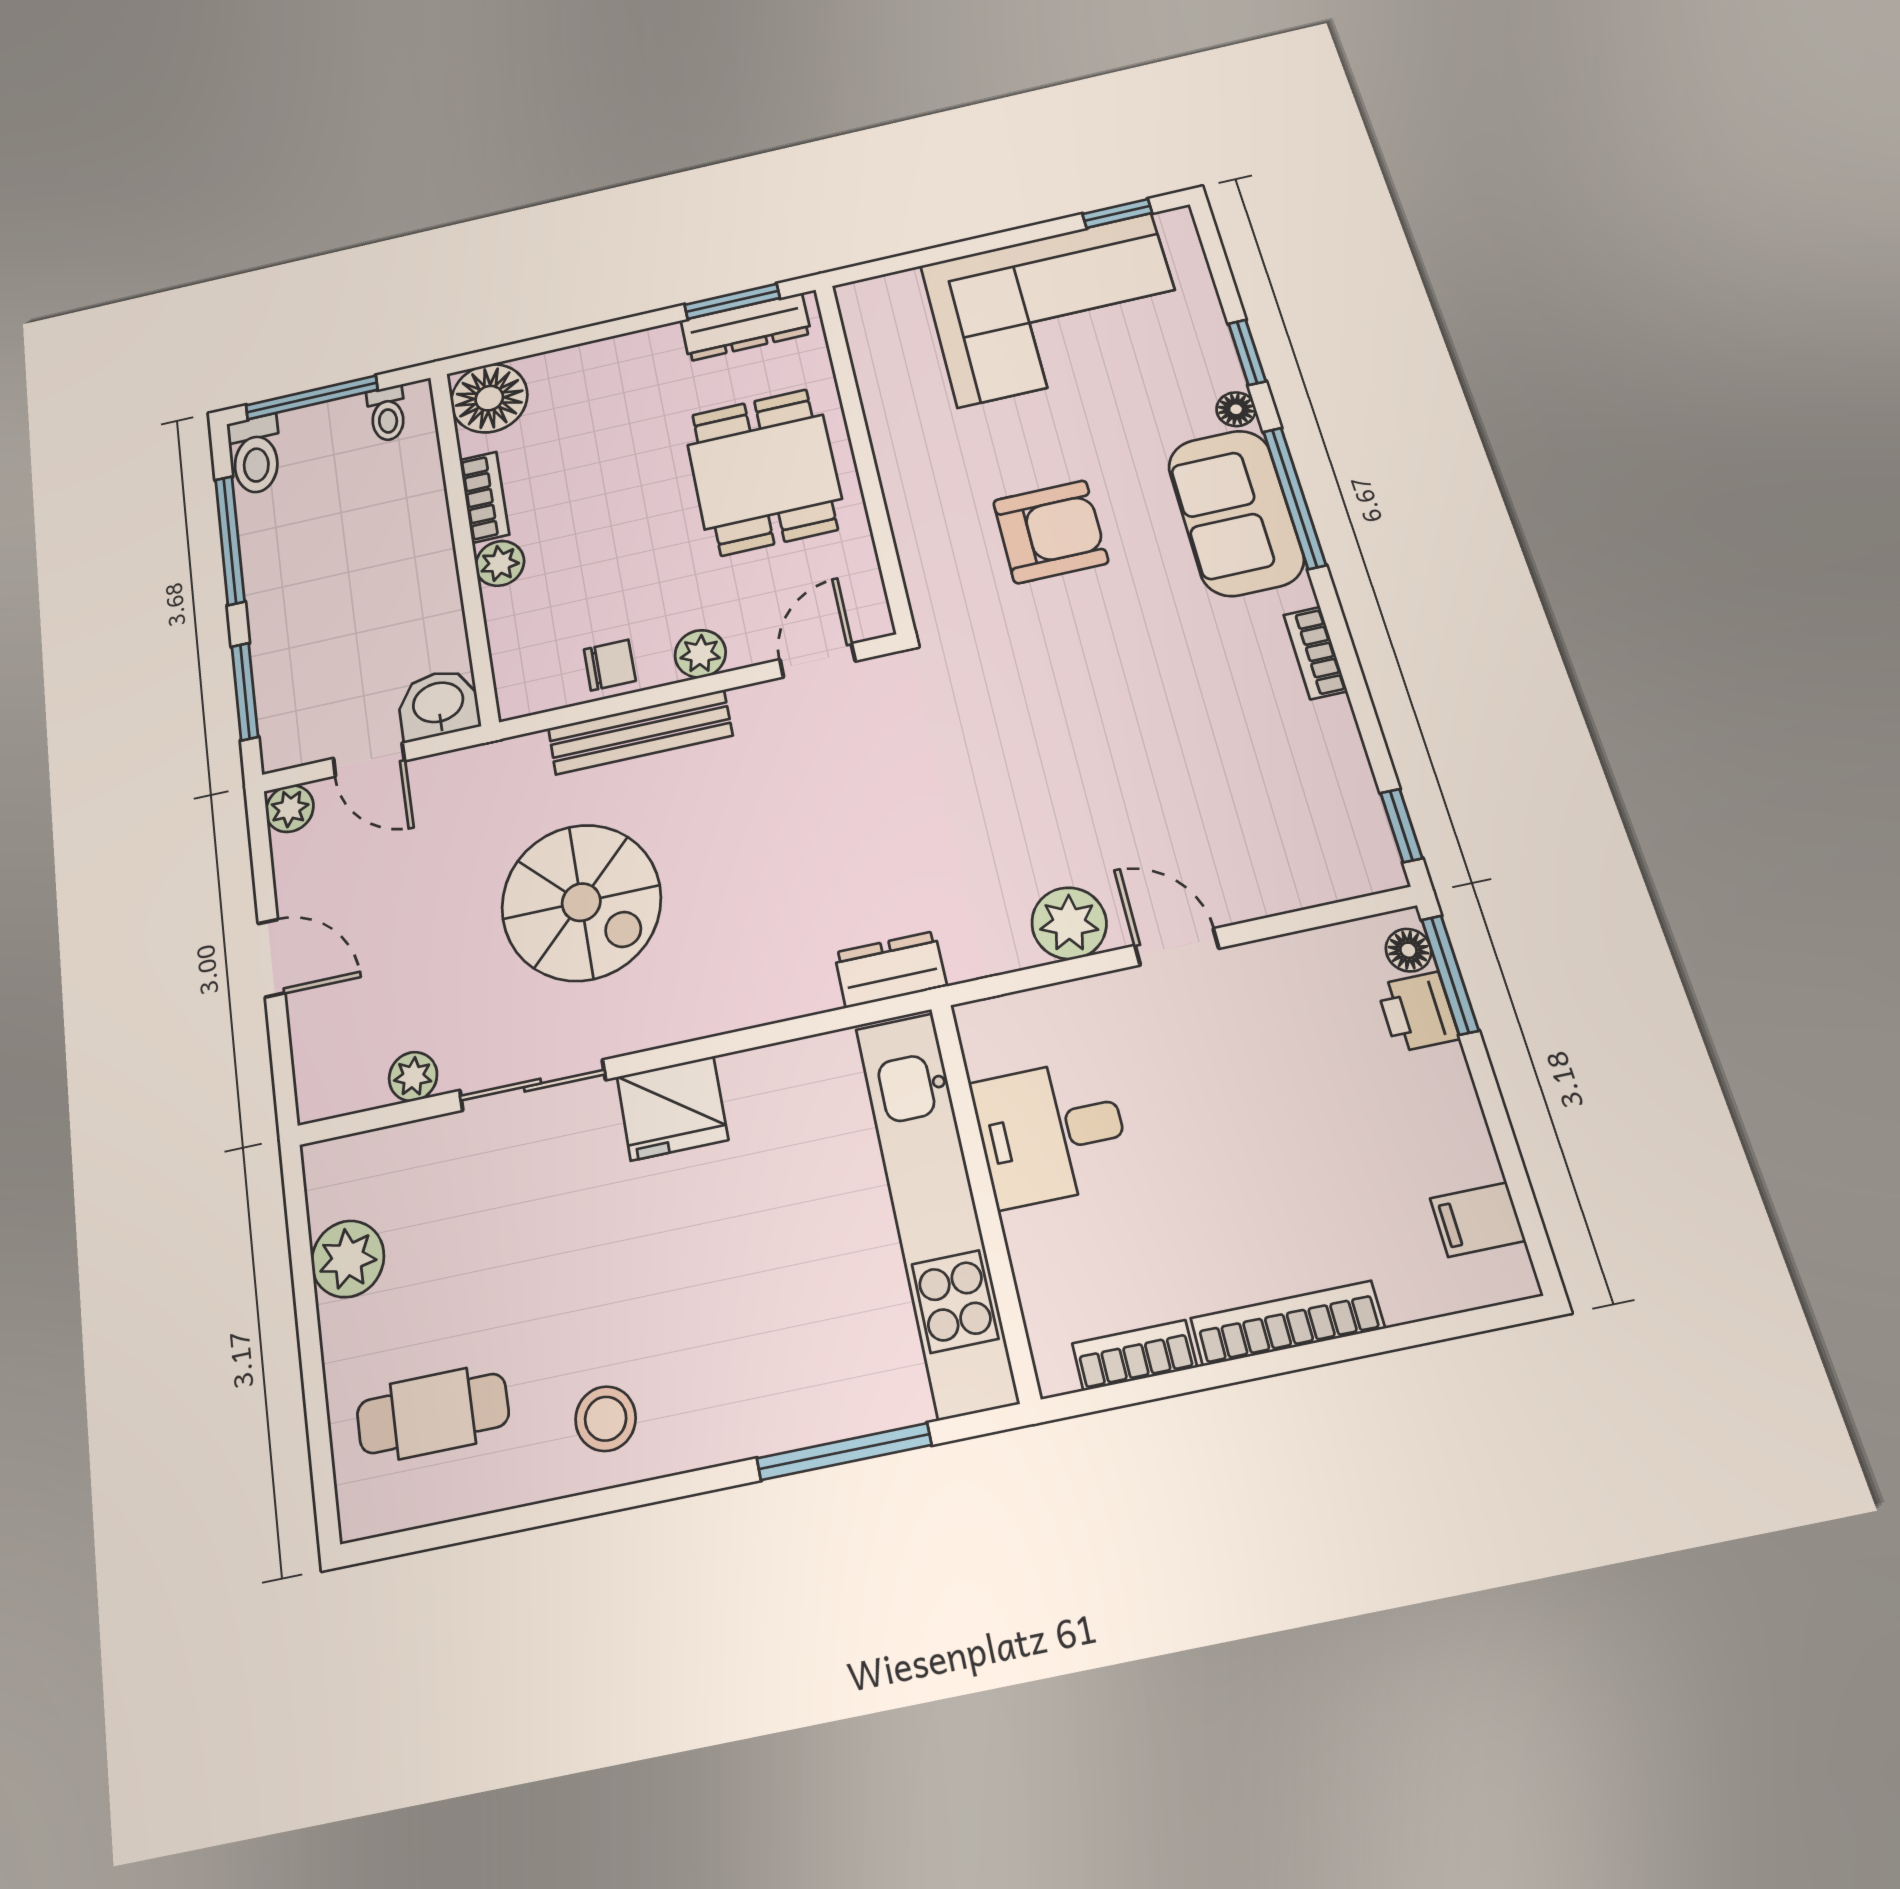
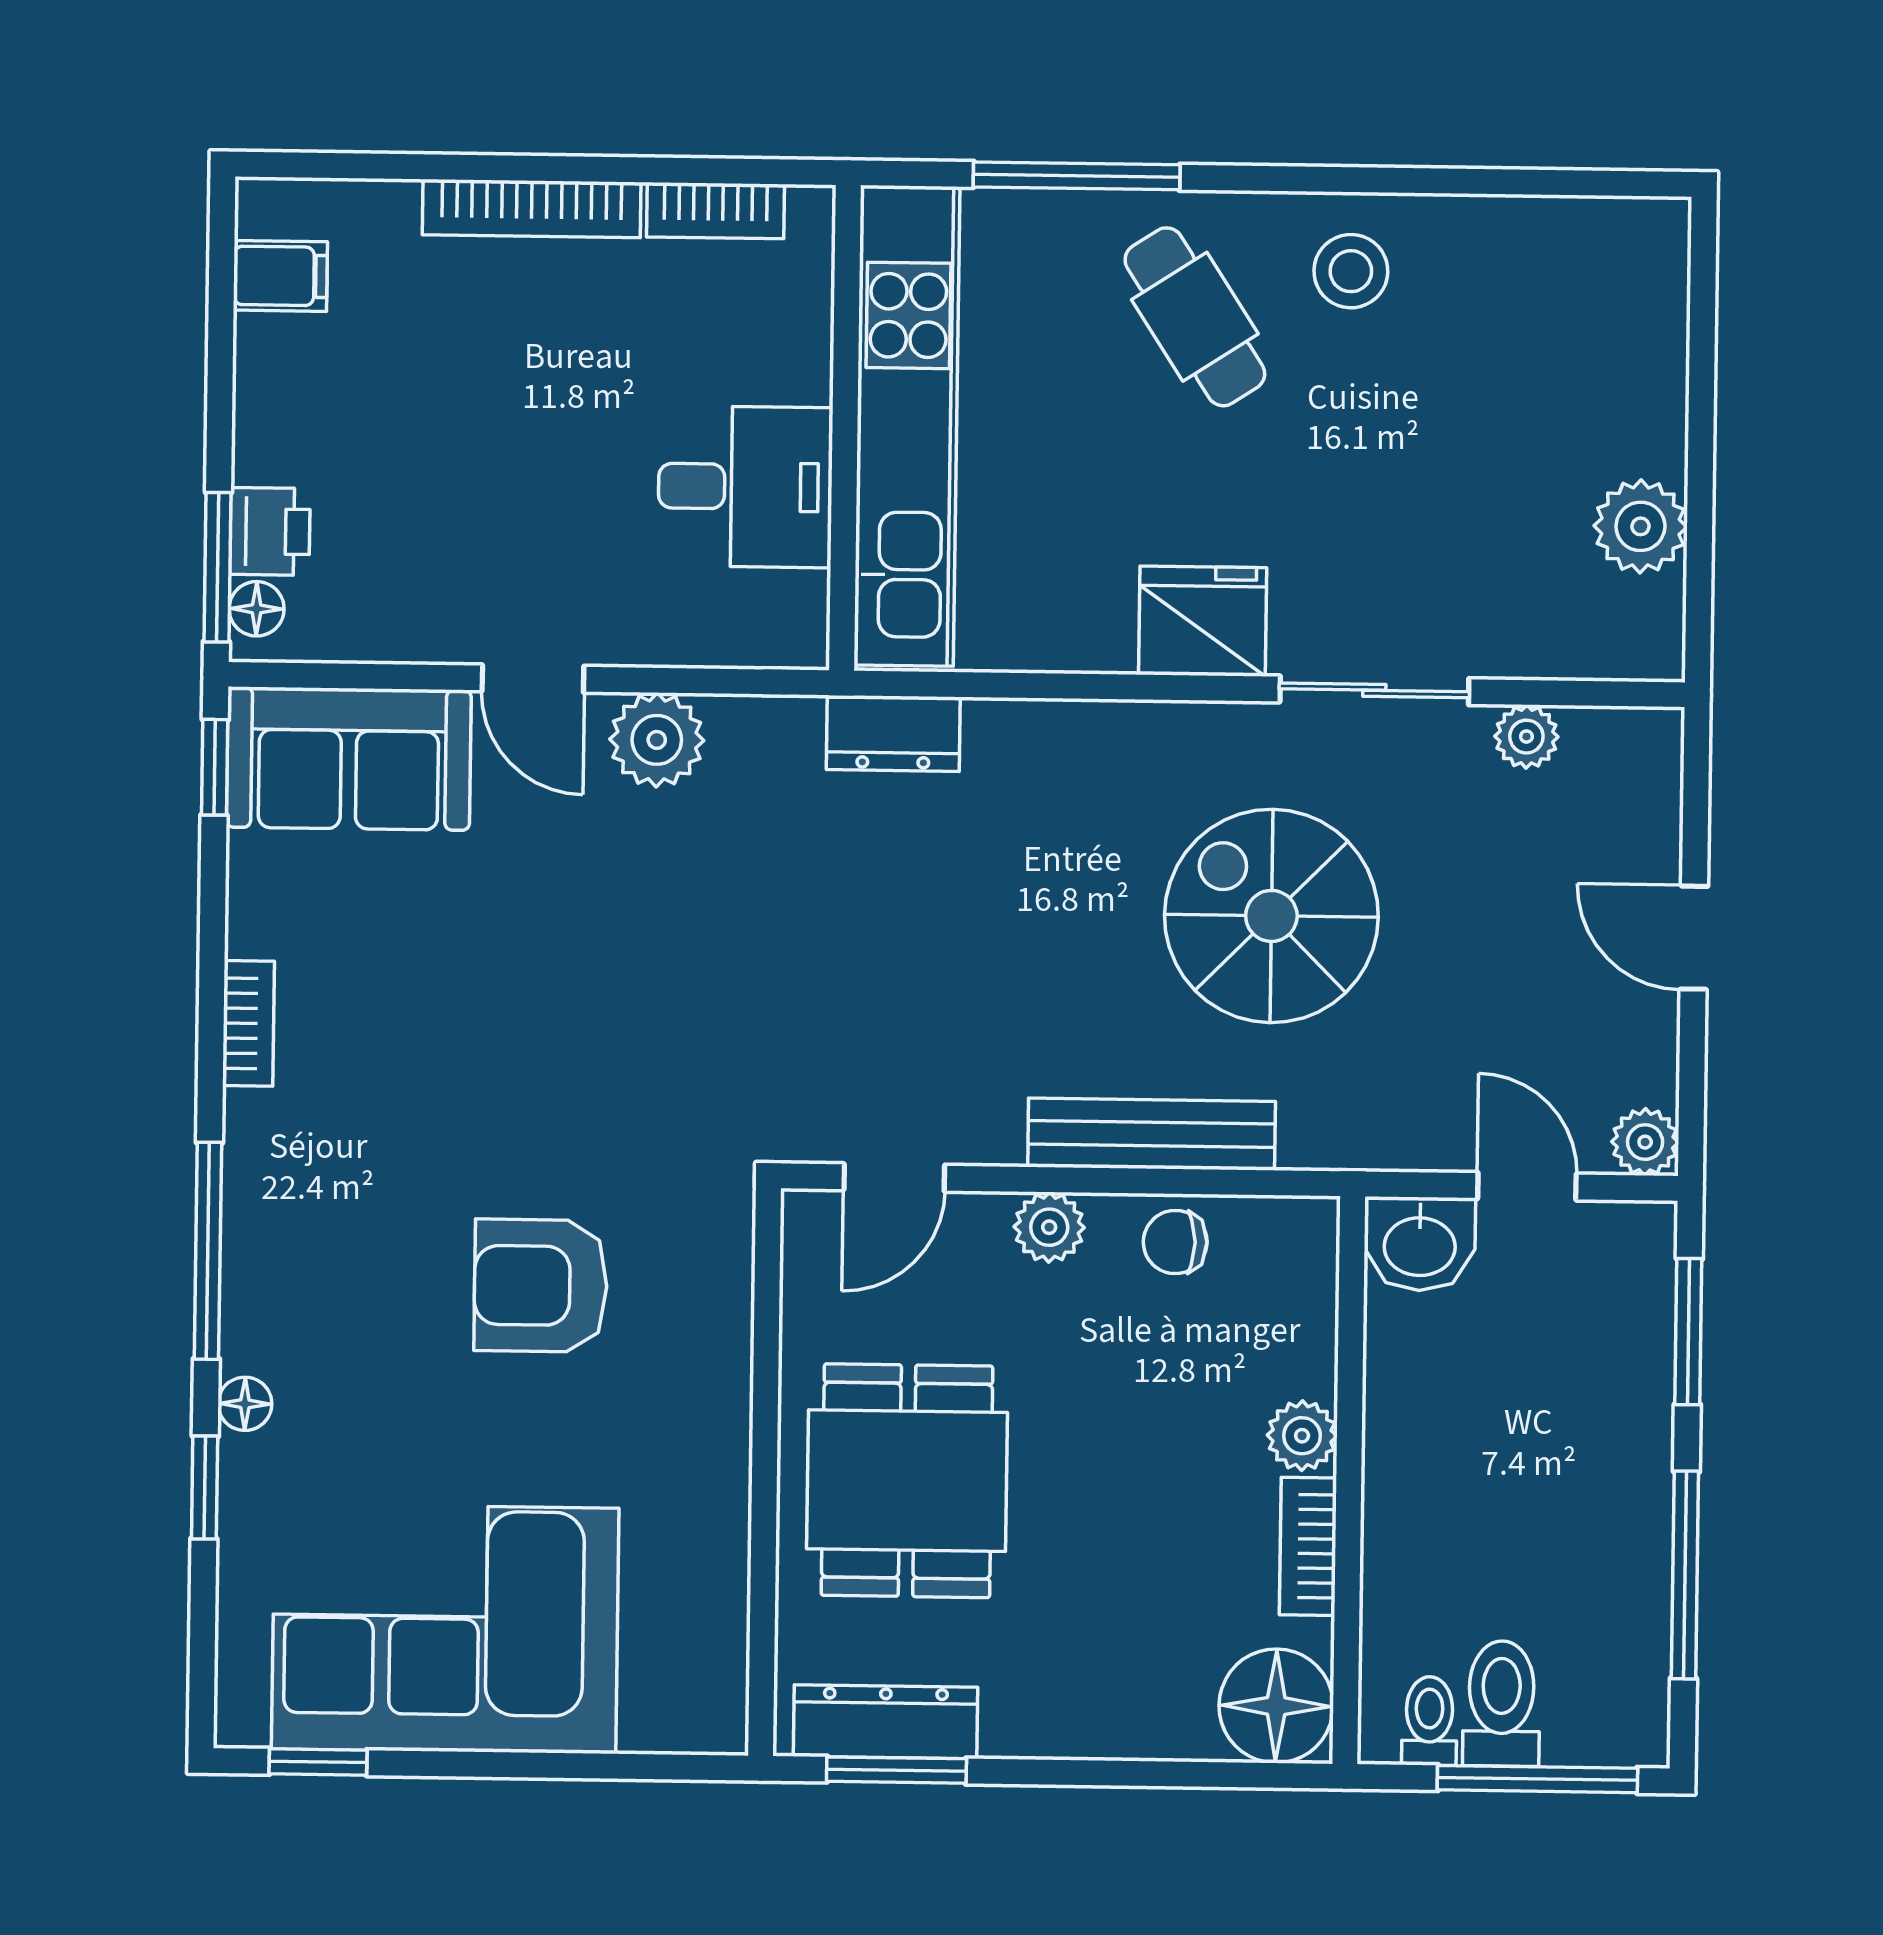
toilet: (255, 455) -> (1501, 1703), moved
sofa: (1236, 512) -> (349, 759), moved, turned 90
cafe table: (433, 1413) -> (1195, 317), moved, turned 57

